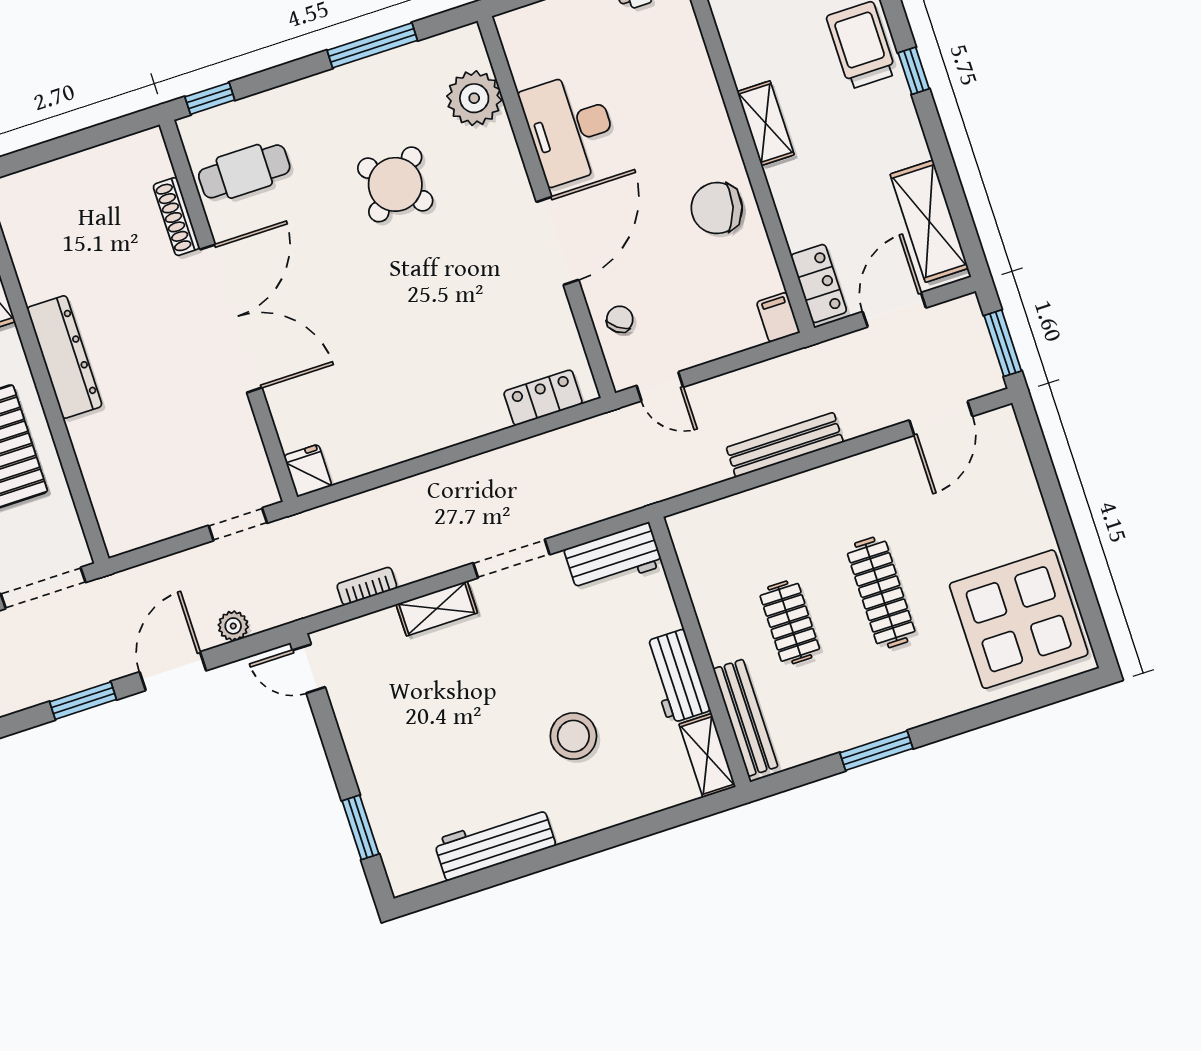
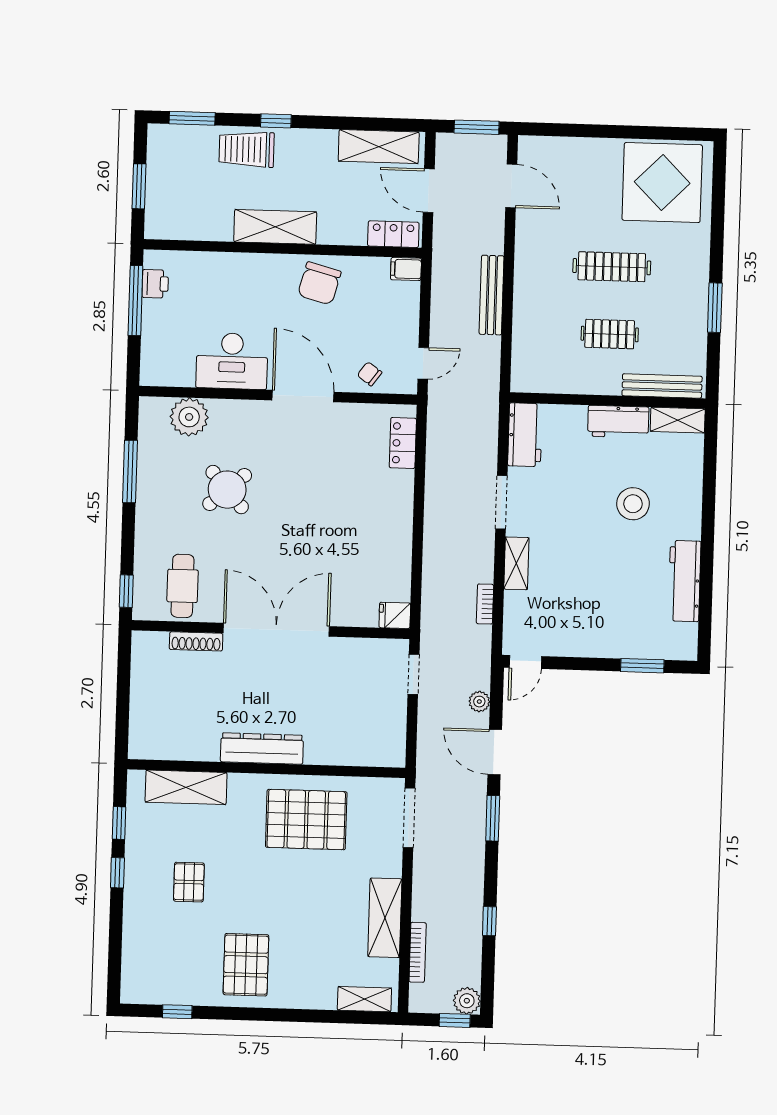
shelving: (766, 123) -> (275, 227), width x1.50, depth x1.33

